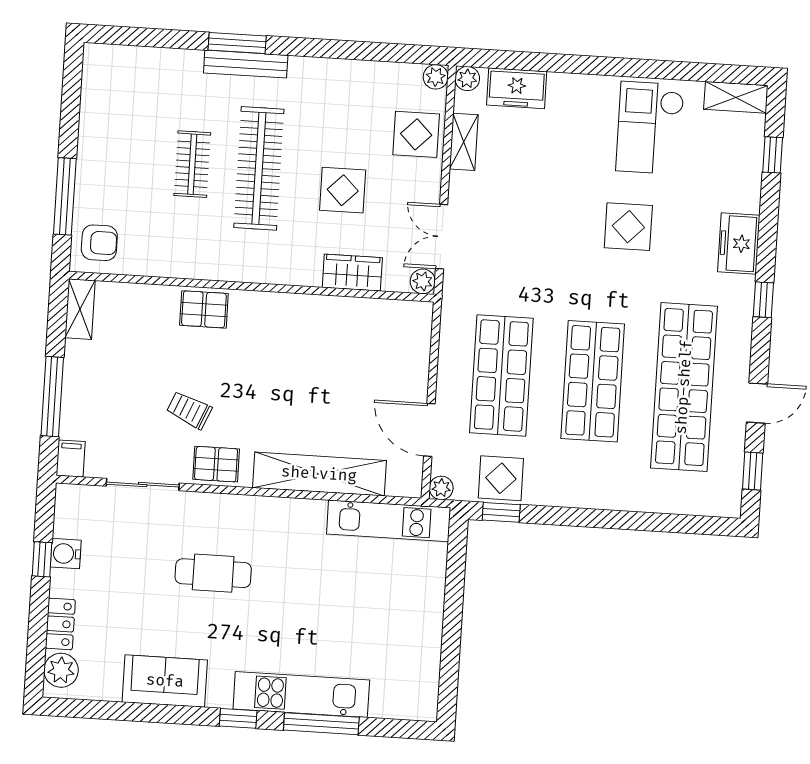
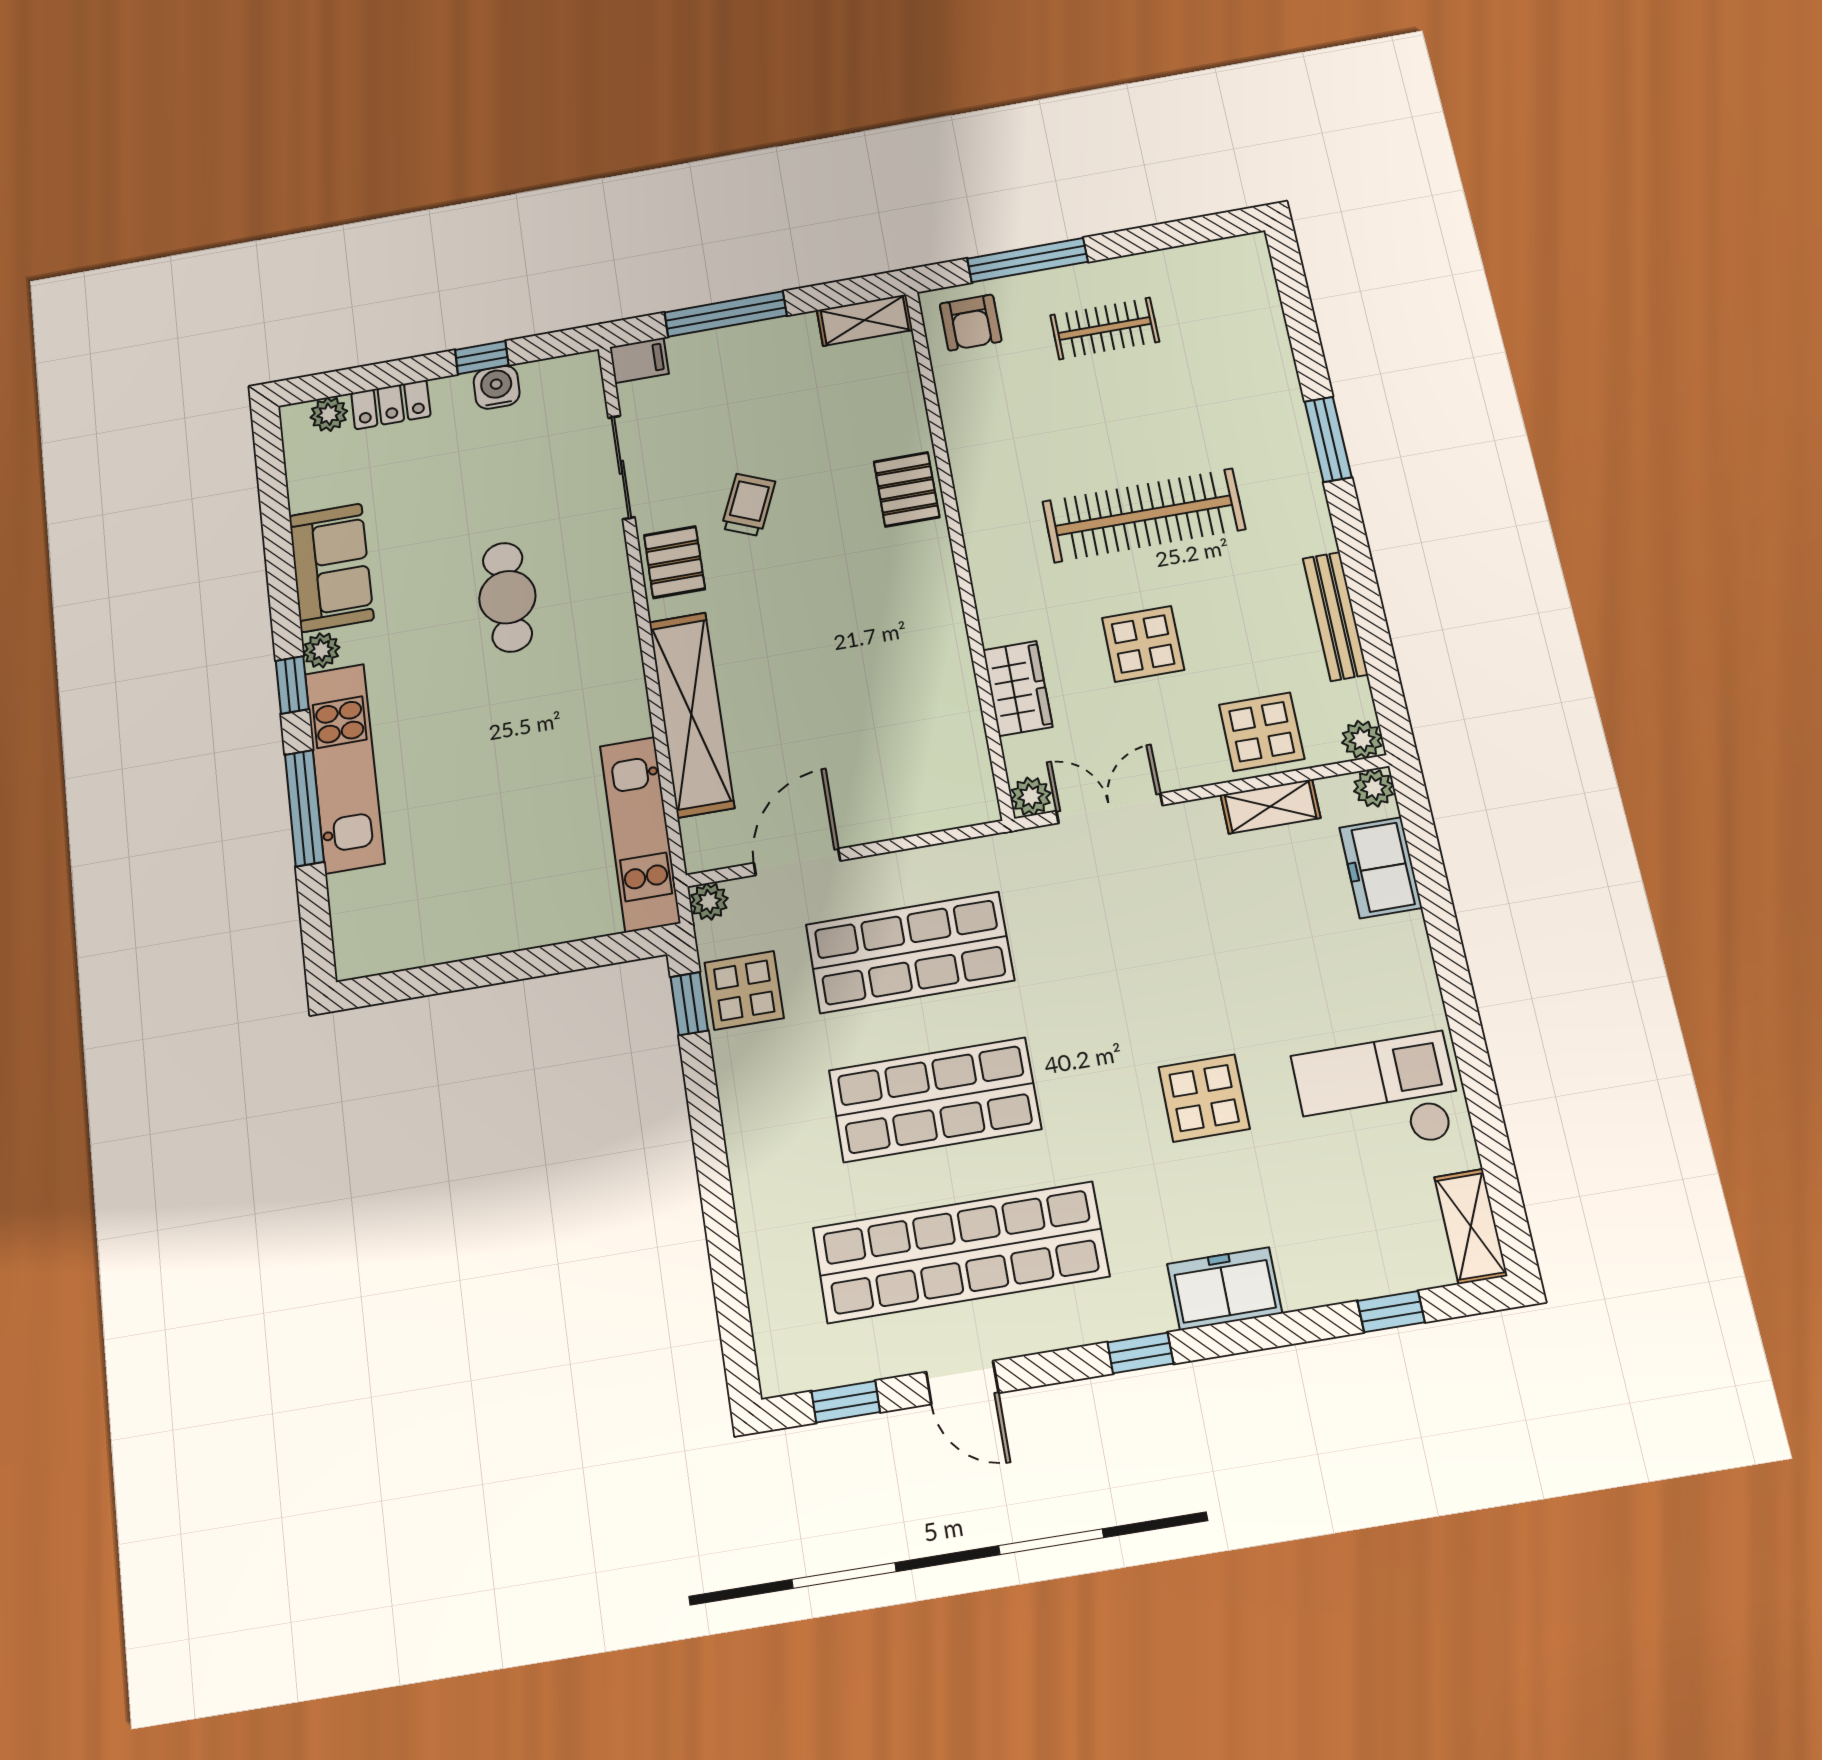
bench: (246, 64) -> (1335, 616), moved
clothes rail: (192, 164) -> (1105, 328), moved
plant: (61, 670) -> (329, 414), width x0.73, depth x0.73
plant: (219, 696) -> (321, 650), added

